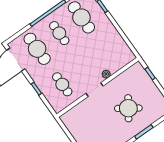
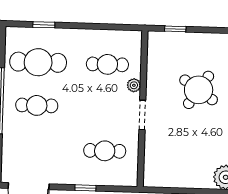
cafe table: (37, 49) -> (107, 64), moved, width x0.73, depth x0.74

